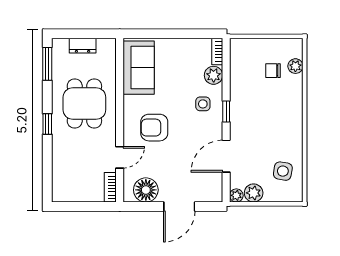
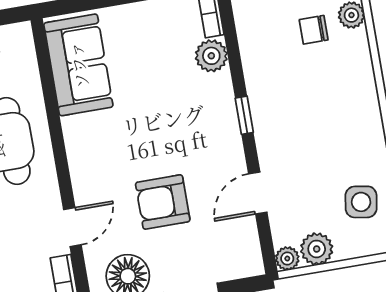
side table: (203, 104) -> (201, 109), removed
armchair: (154, 128) -> (163, 202), moved
door: (226, 156) -> (258, 193), width x0.73

